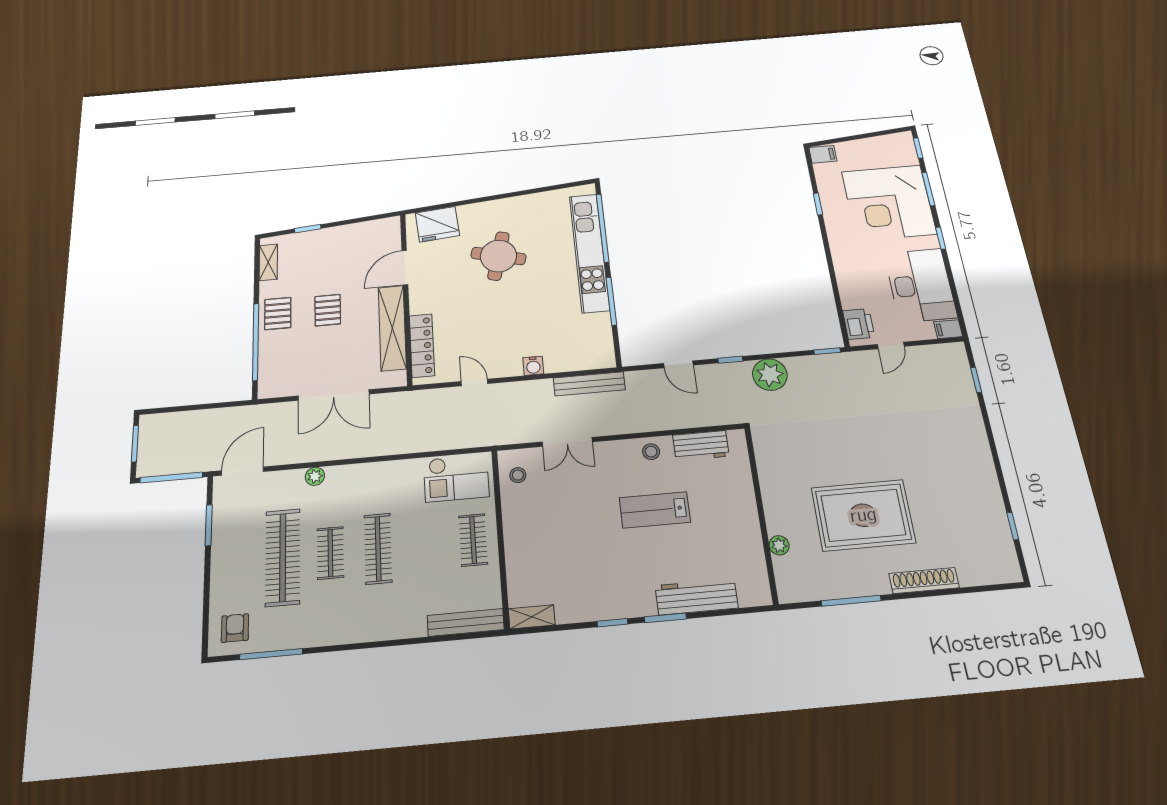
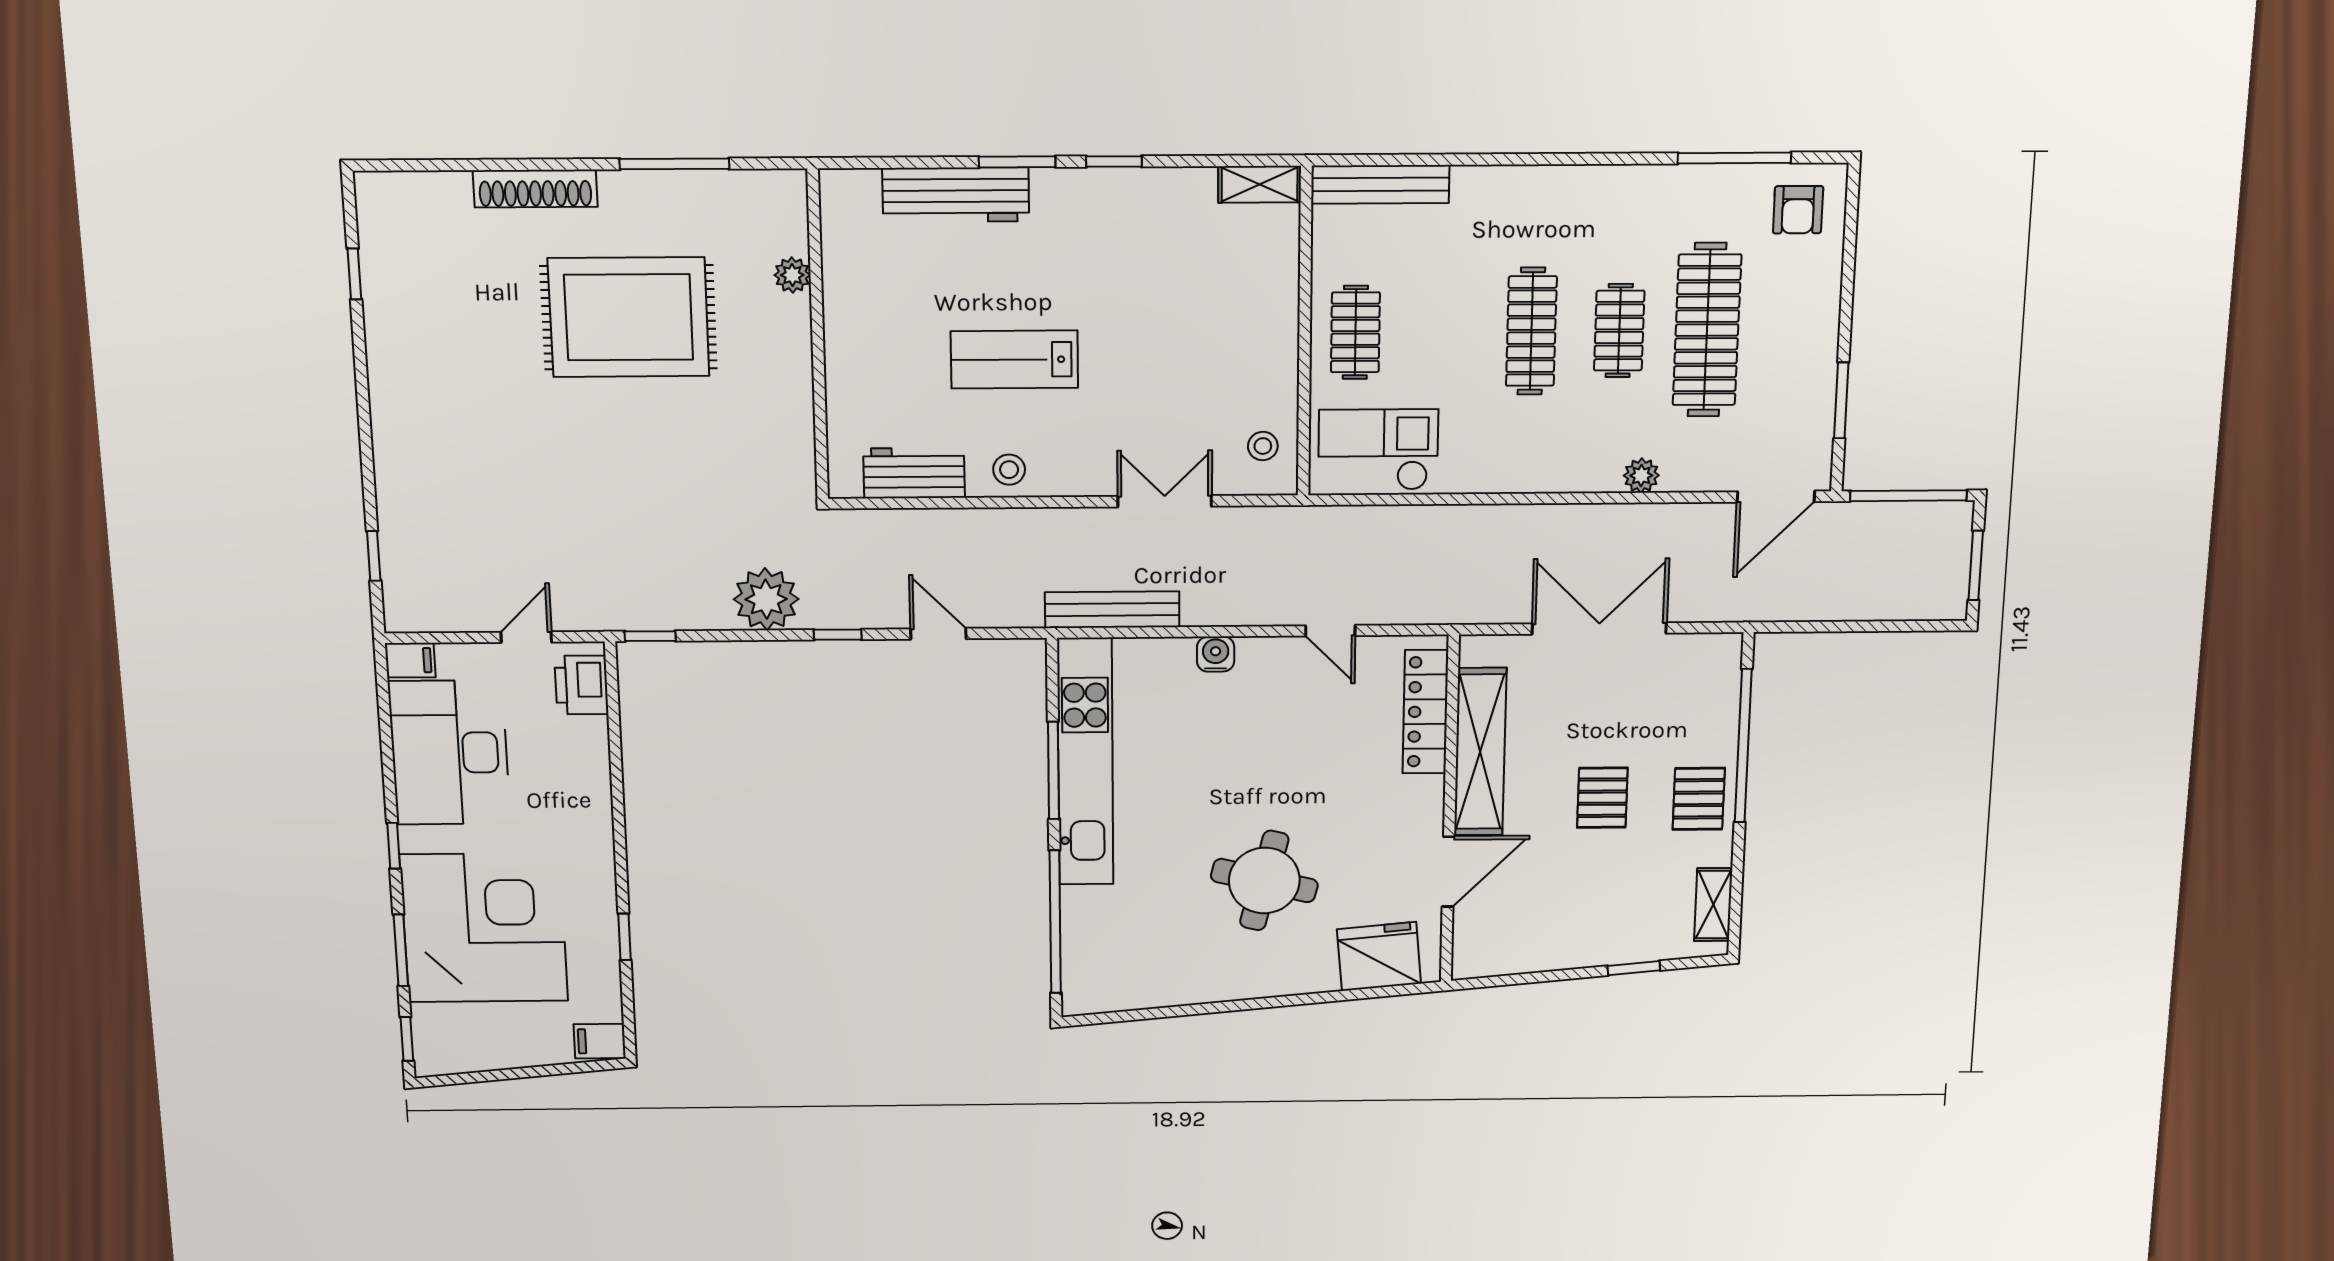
kitchen unit: (589, 253) -> (1085, 762), moved
lab bench: (655, 510) -> (1014, 360), turned 180

